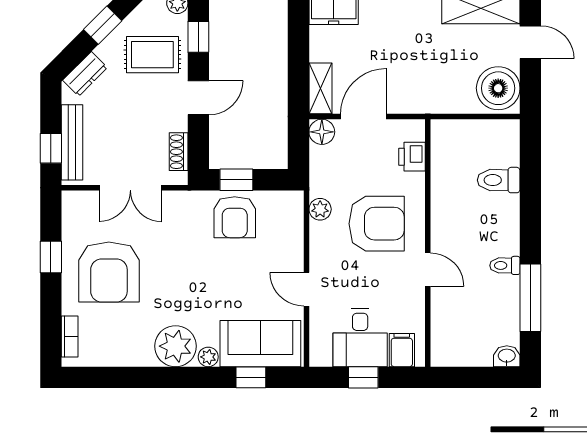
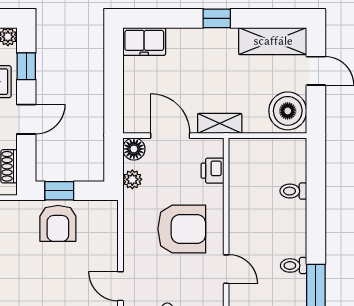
shelving: (321, 88) -> (220, 123), moved, turned 90
door: (363, 116) -> (170, 136), hinge flipped
toilet: (499, 180) -> (293, 191), width x0.73, depth x0.72
plant: (320, 209) -> (132, 179), moved

